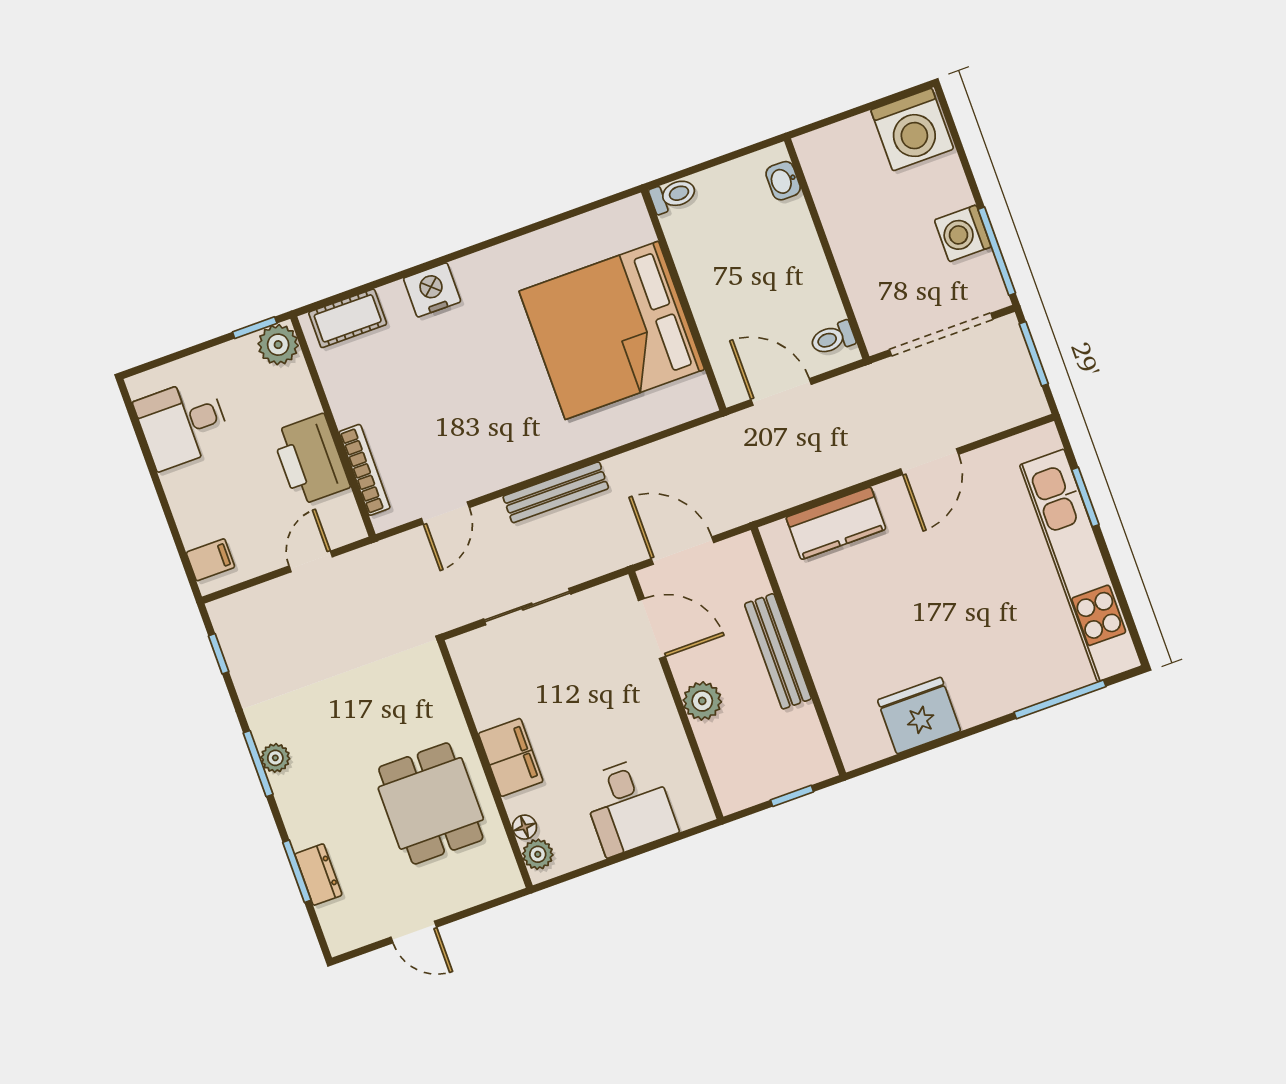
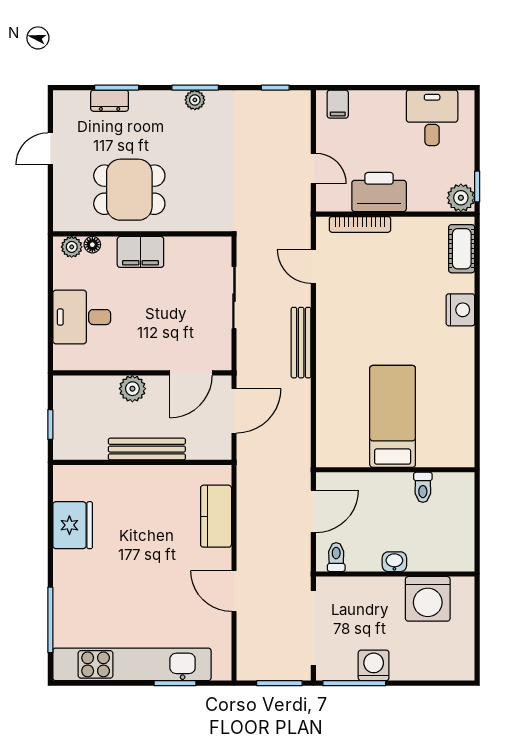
washing machine: (912, 129) -> (428, 599), moved, turned -90
washbasin: (783, 181) -> (394, 562), moved
toilet: (673, 195) -> (423, 487), moved
bed: (612, 330) -> (393, 416), width x0.49

